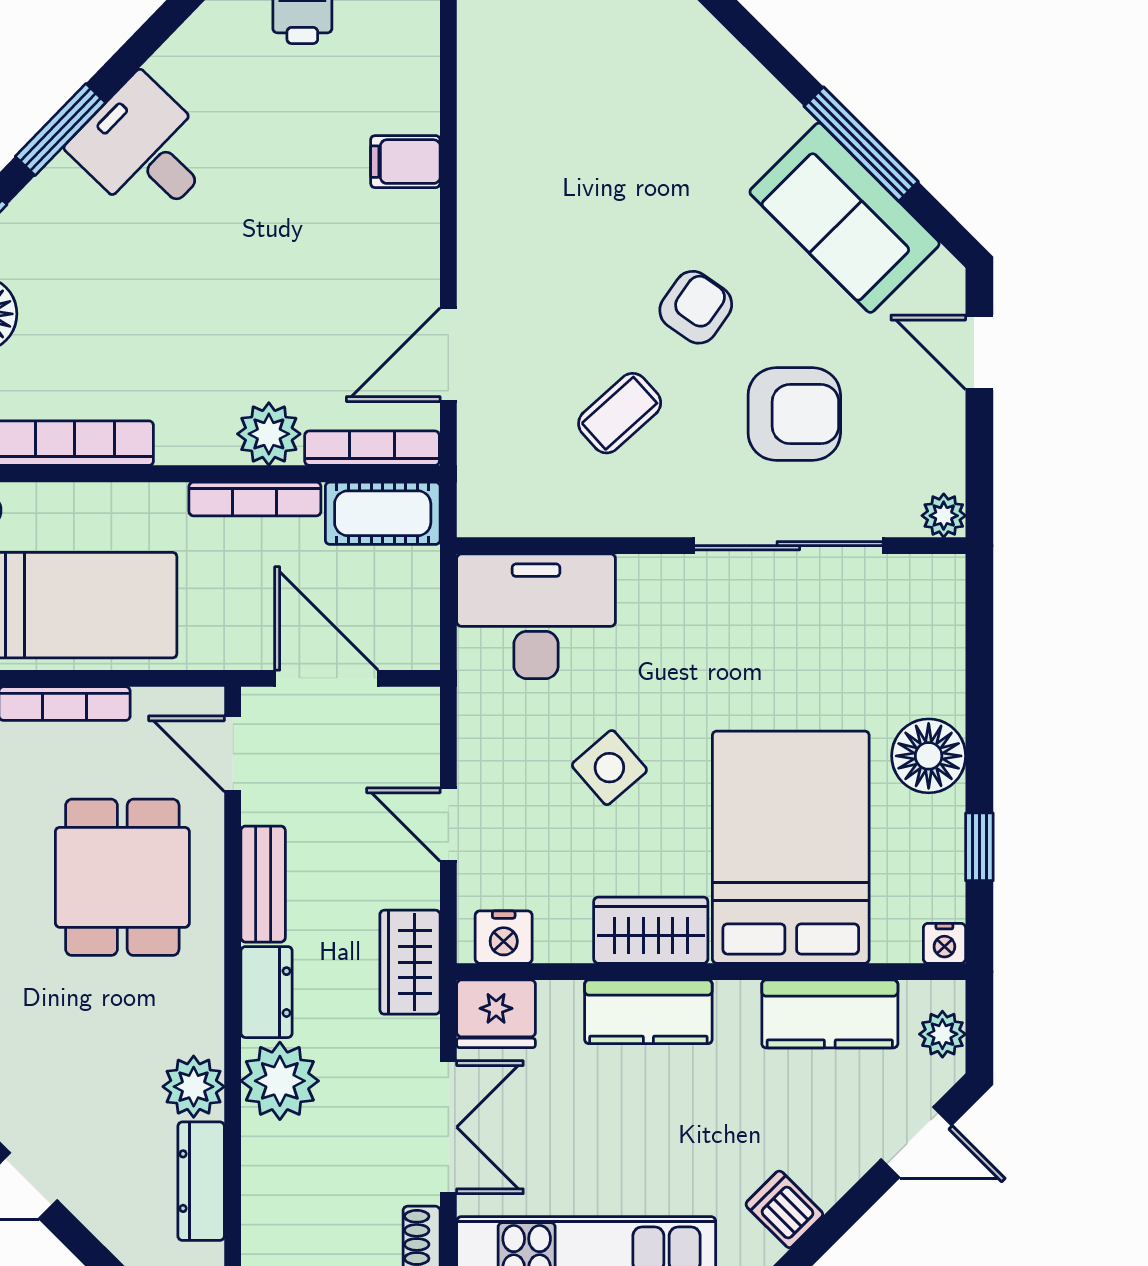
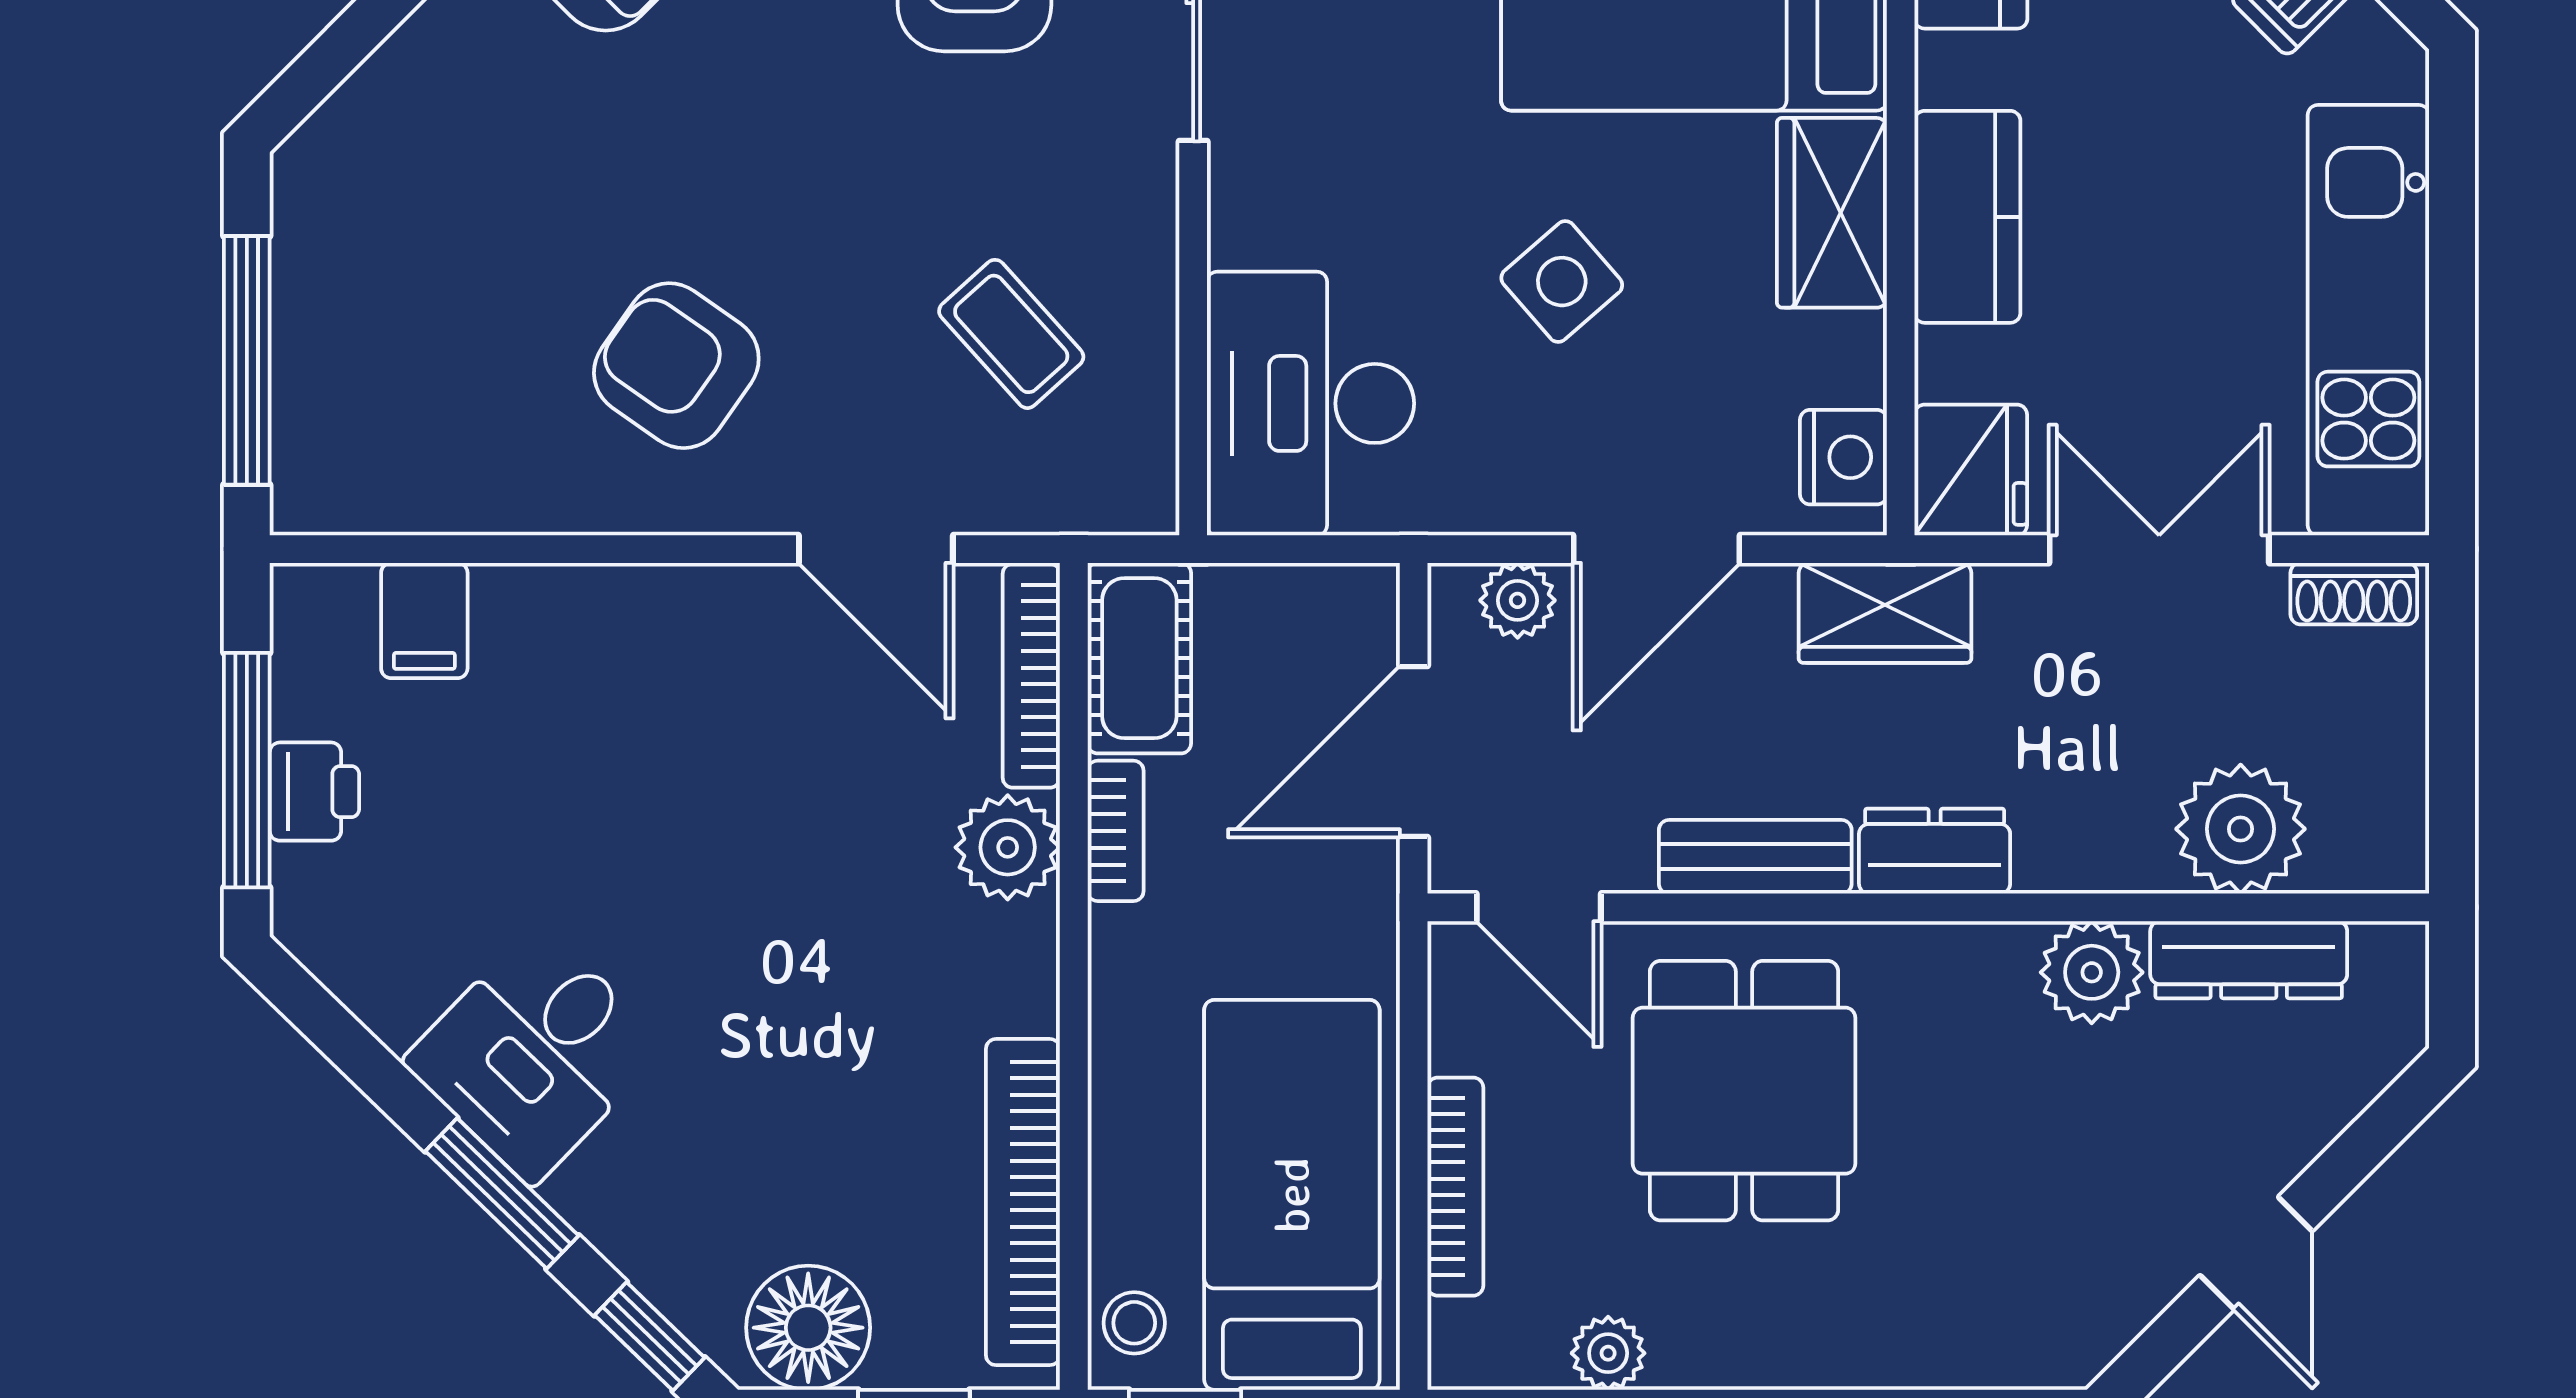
filing cabinet: (405, 162) -> (424, 621), moved
armchair: (696, 307) -> (676, 366), moved, width x1.38, depth x1.38
coffee table: (620, 413) -> (1011, 334), moved
bookcase: (255, 499) -> (1116, 831), width x0.64
plant: (417, 741) -> (1518, 600), added
door: (233, 754) -> (1539, 907), hinge flipped
door: (448, 825) -> (1656, 549), width x1.38
dining table: (122, 877) -> (1744, 1091), turned 90
plant: (280, 1081) -> (2241, 829), moved

